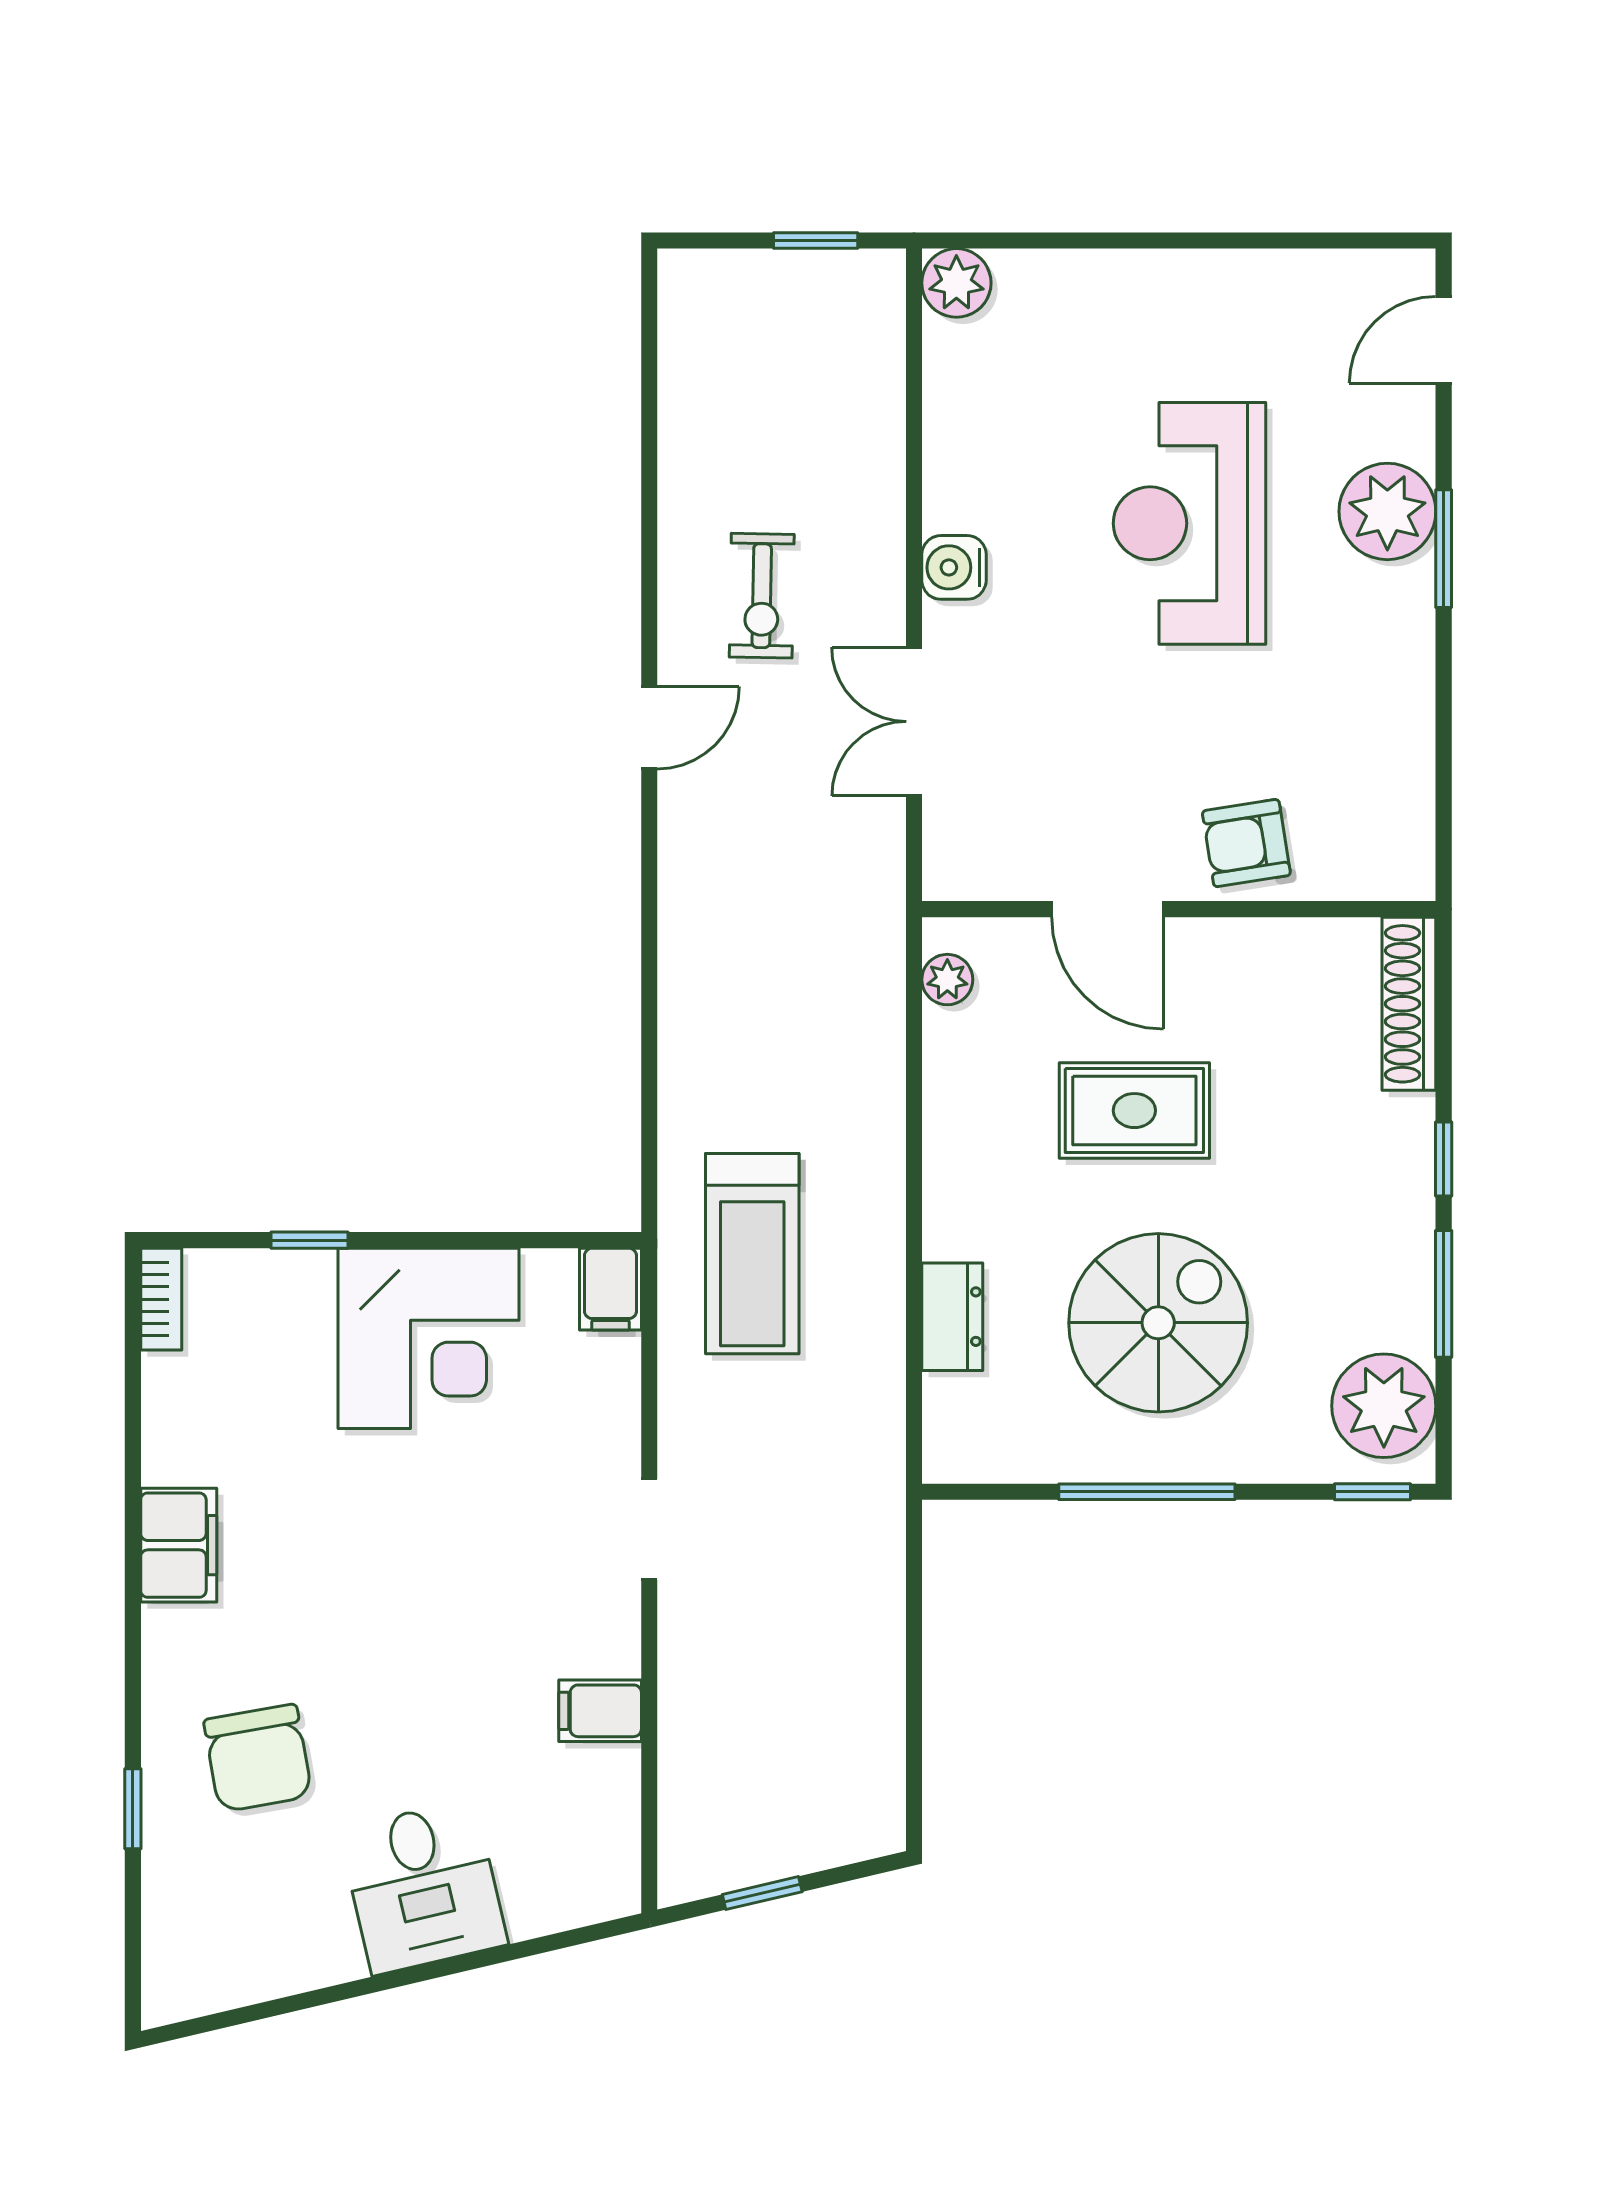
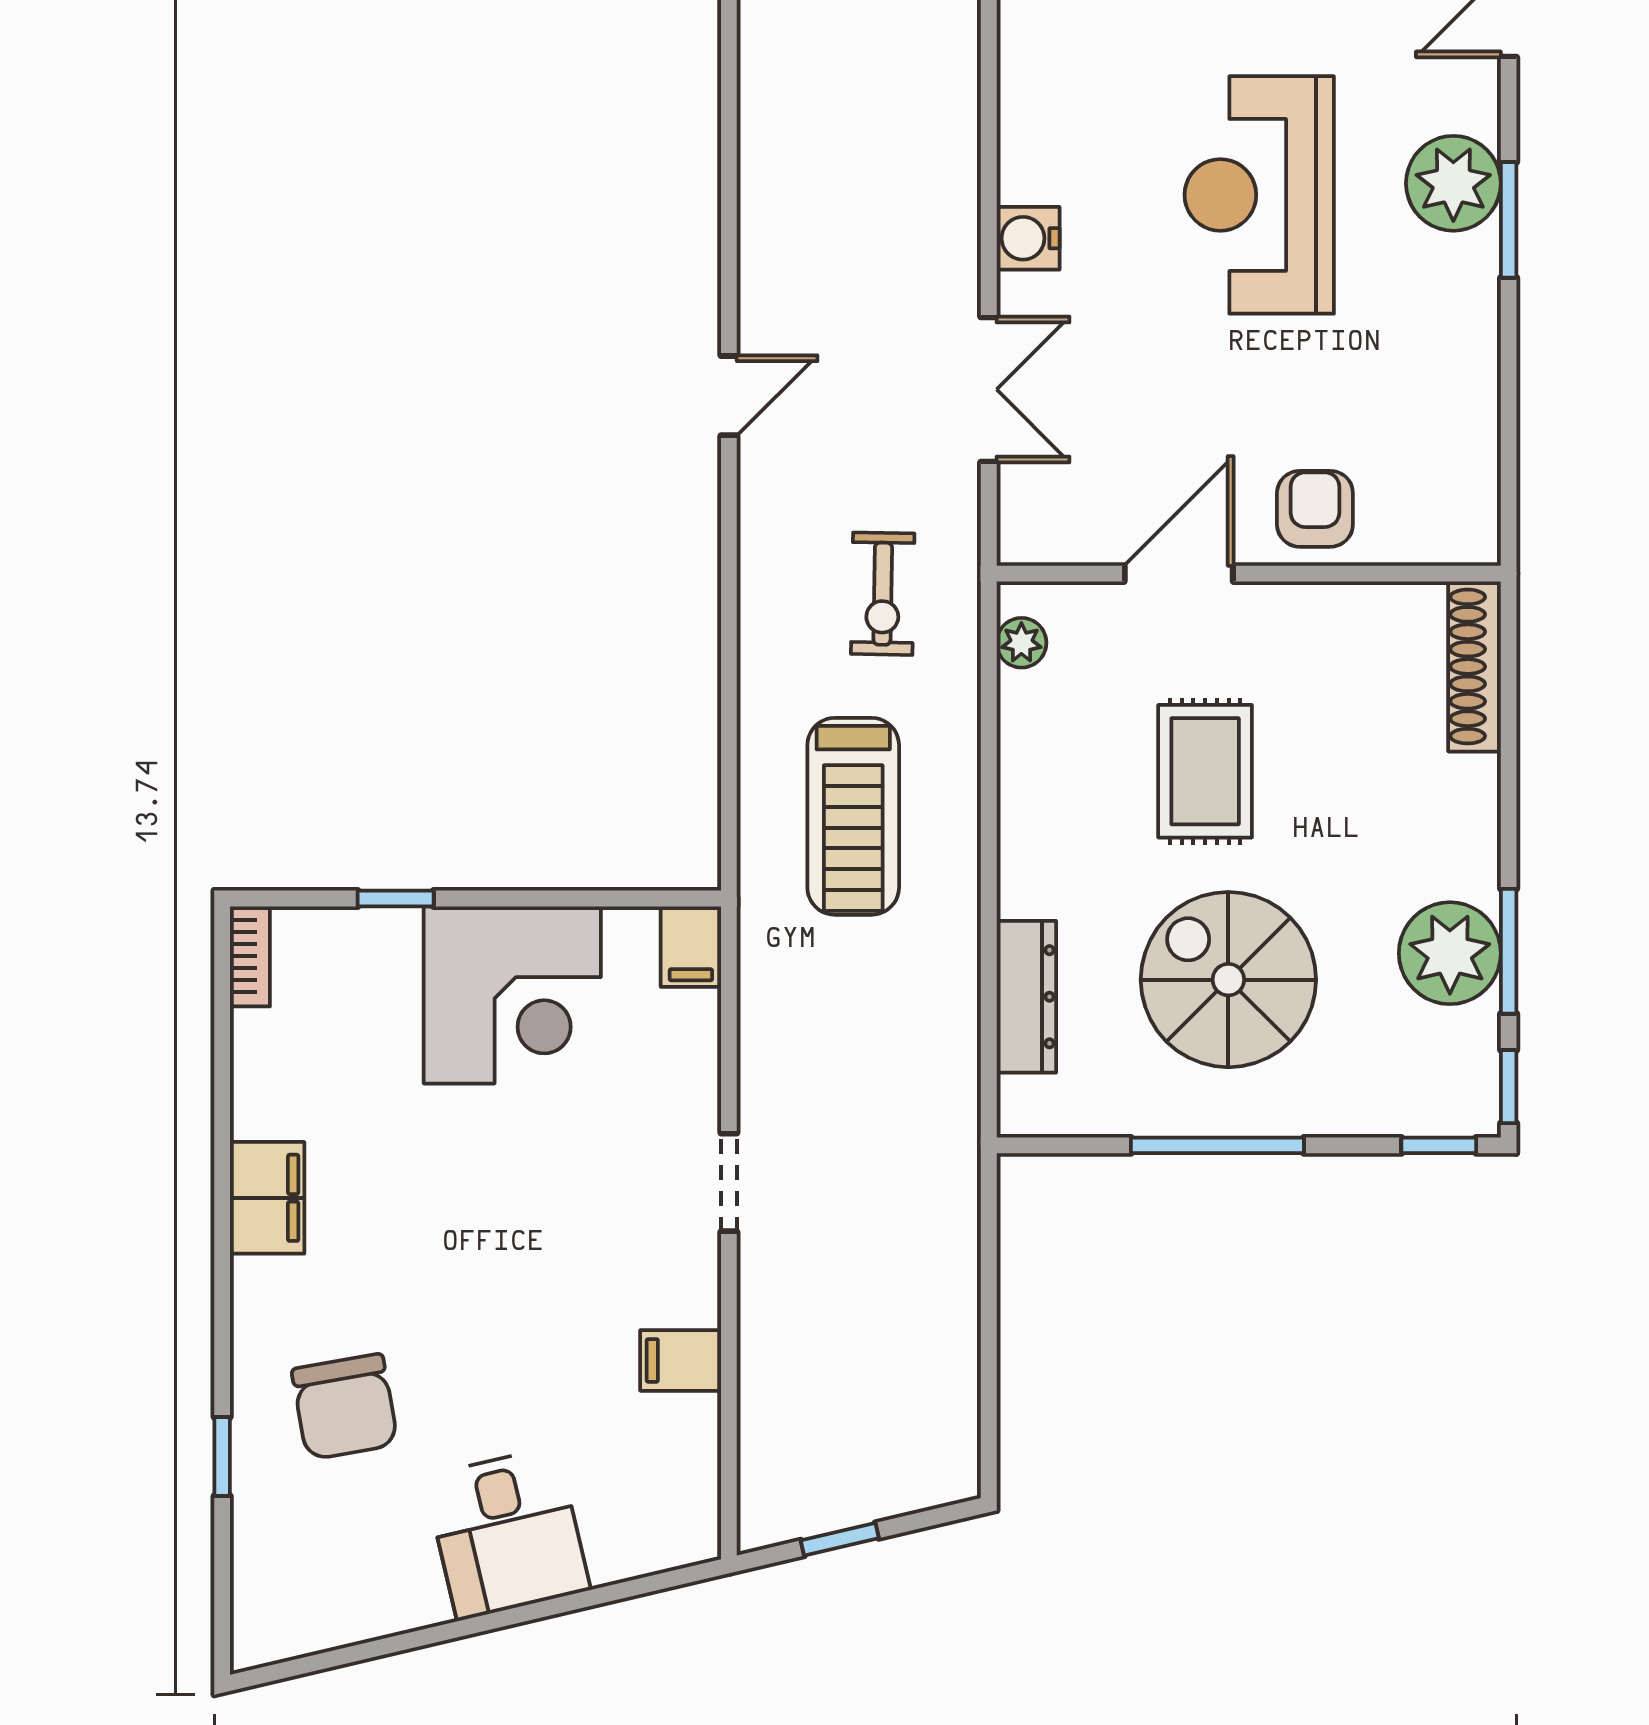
exercise bike: (762, 596) -> (883, 594), moved
double door: (914, 722) -> (989, 389), swing flipped
armchair: (1246, 843) -> (1315, 509), turned 99
door: (1107, 909) -> (1179, 574), swing flipped
rug: (1134, 1111) -> (1205, 771), turned 90
window: (1444, 1159) -> (1509, 1087), moved
treadmill: (752, 1254) -> (853, 816), moved
dresser: (952, 1317) -> (1026, 997), width x1.44
spiral stairs: (1158, 1323) -> (1228, 980), turned -90
plant: (1384, 1406) -> (1450, 953), moved

